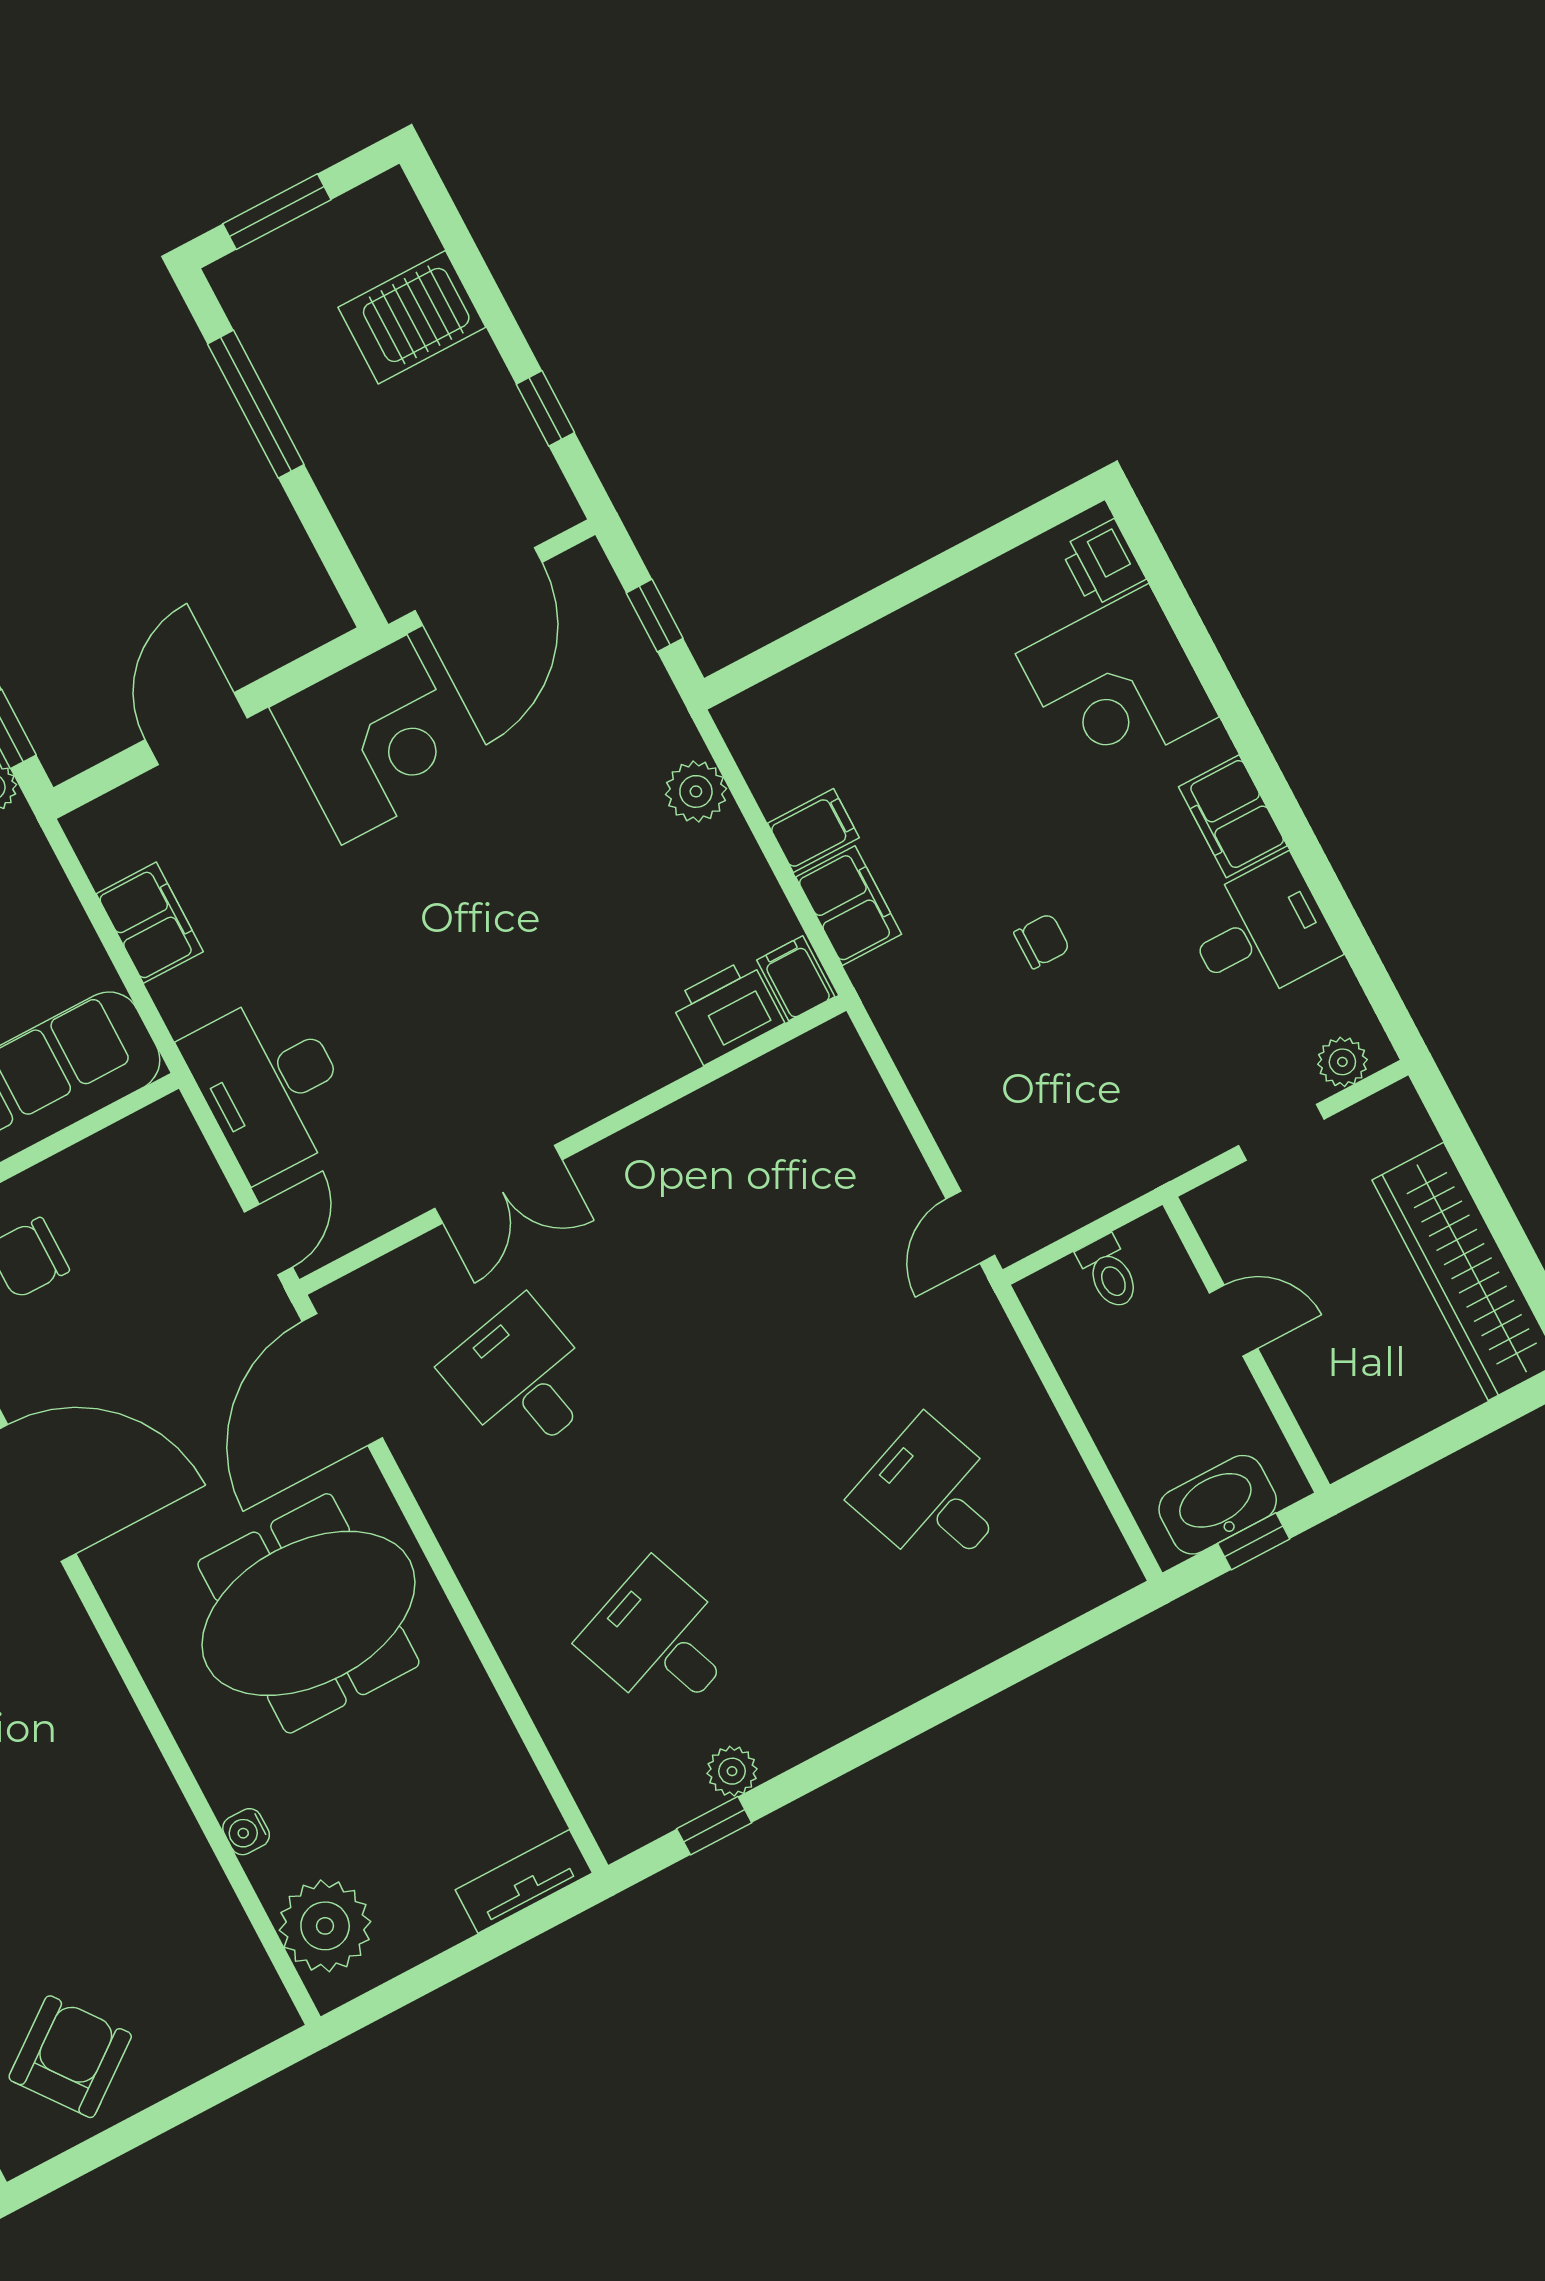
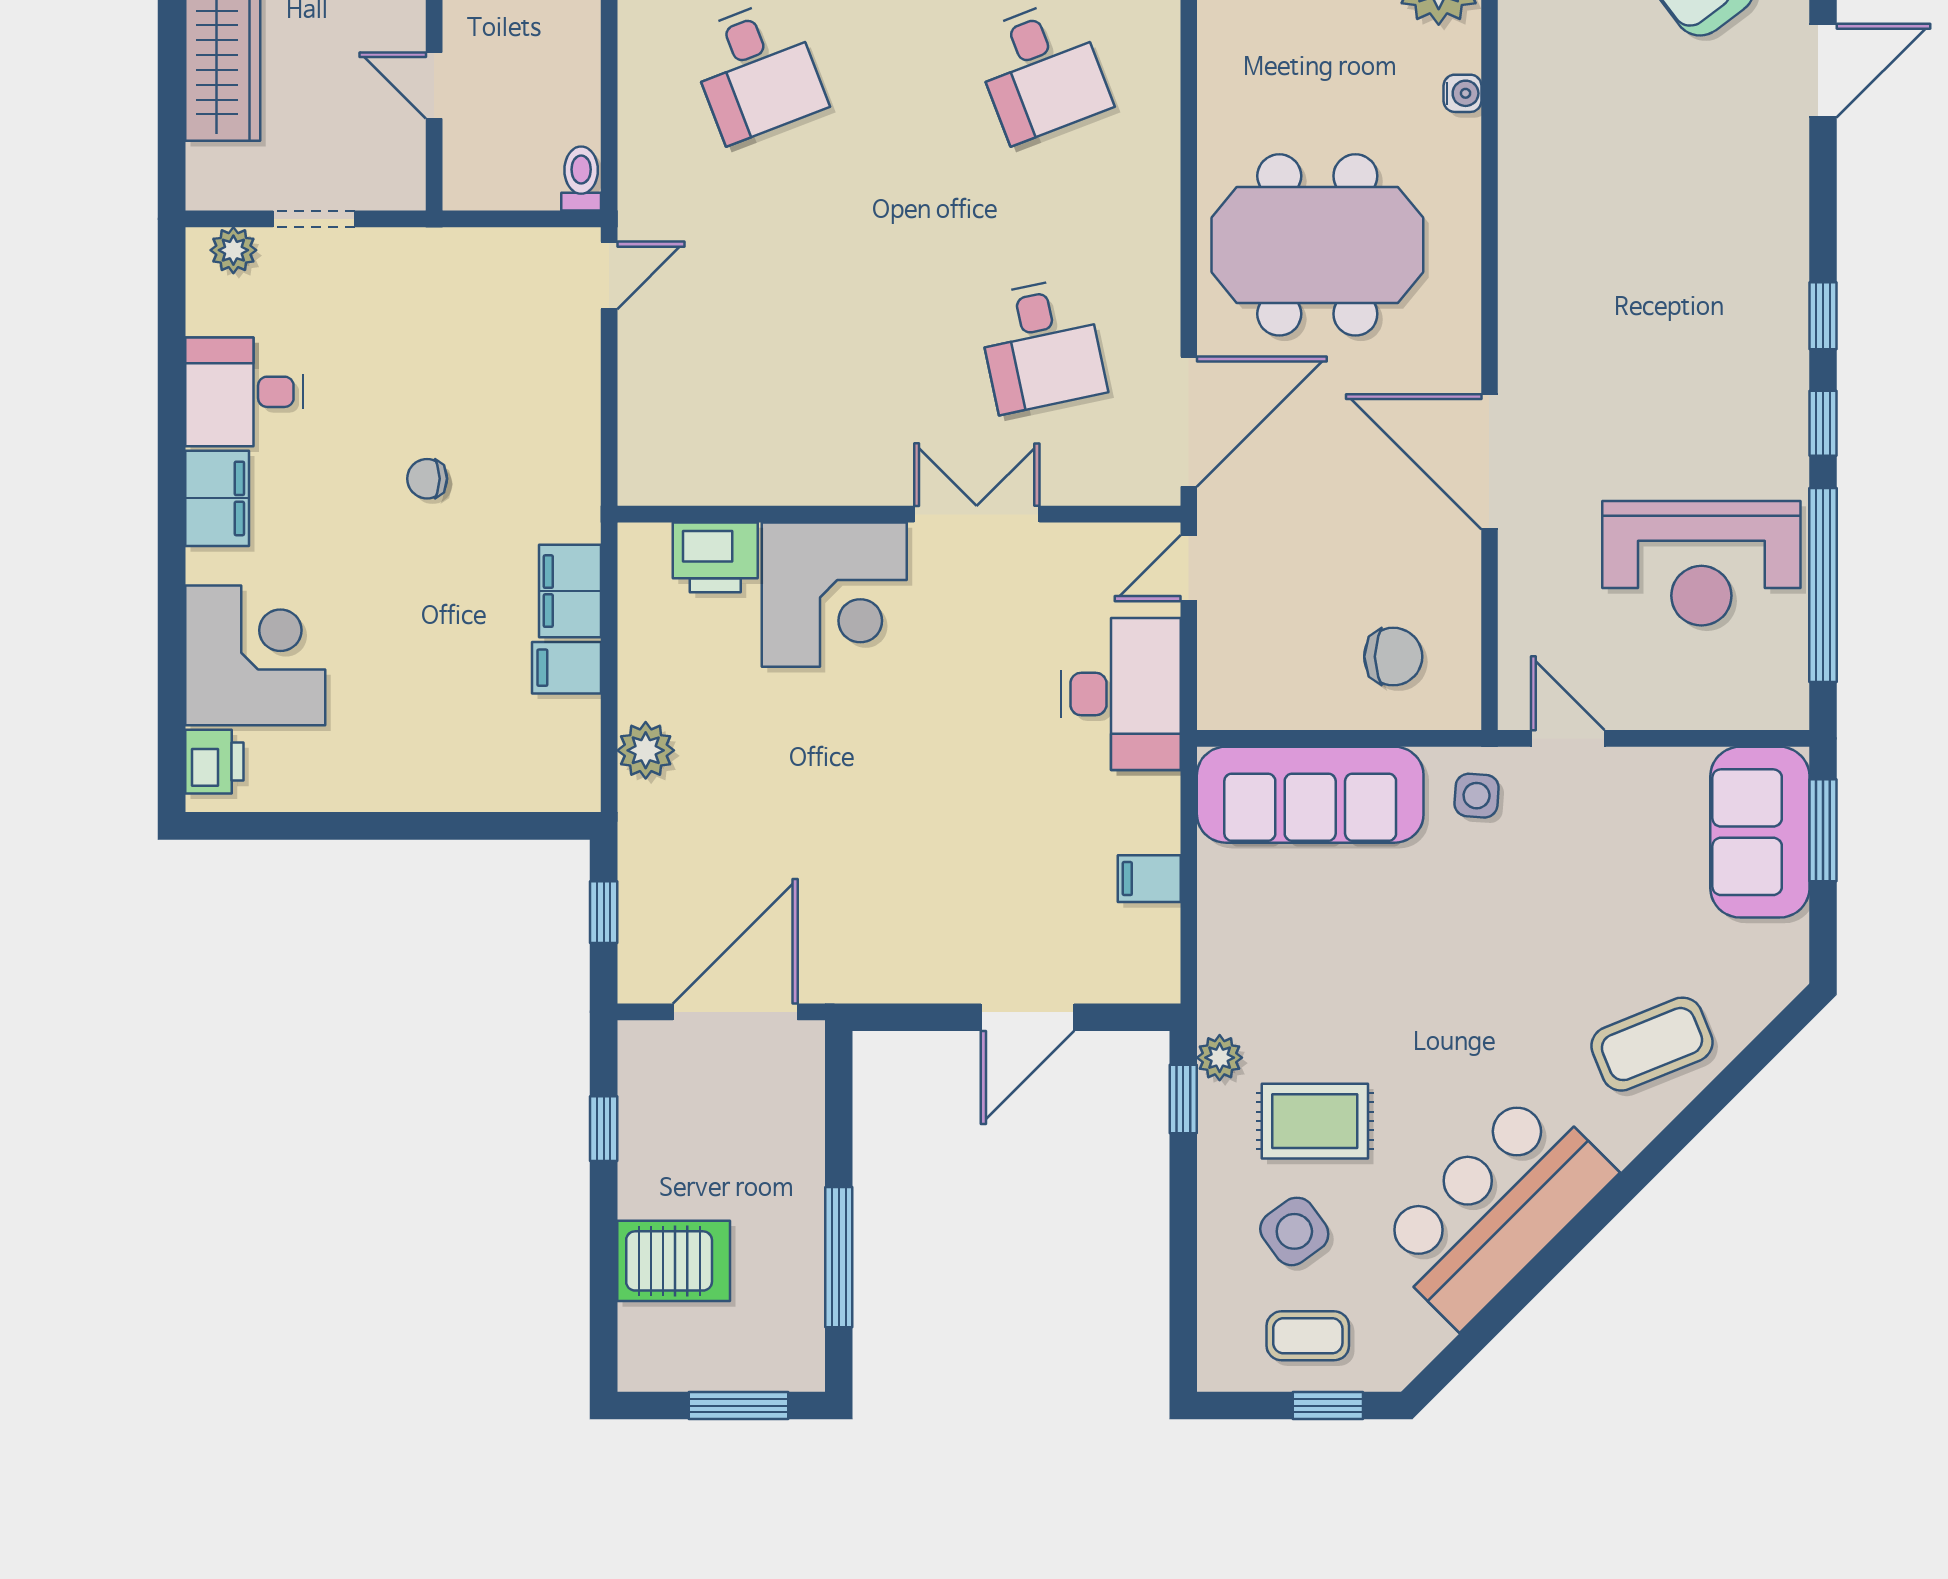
corner desk: (374, 740) -> (834, 595), moved, turned 180
filing cabinet: (150, 923) -> (1149, 879), width x0.50
filing cabinet: (796, 978) -> (645, 554), removed
toilet: (1109, 1273) -> (581, 179), moved

